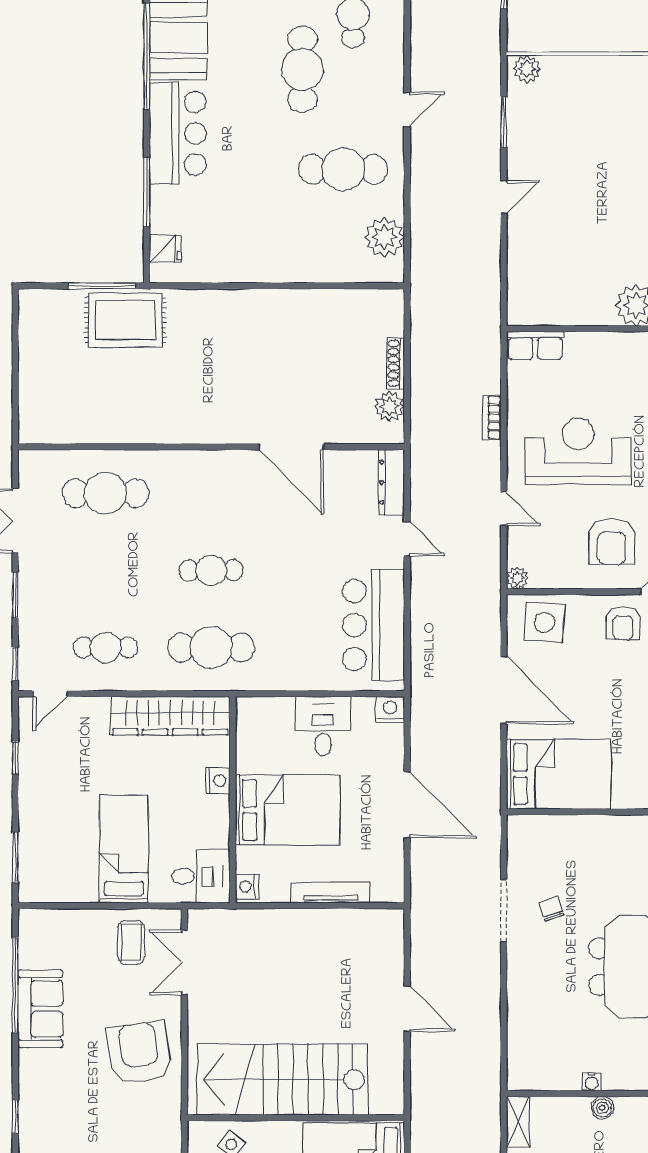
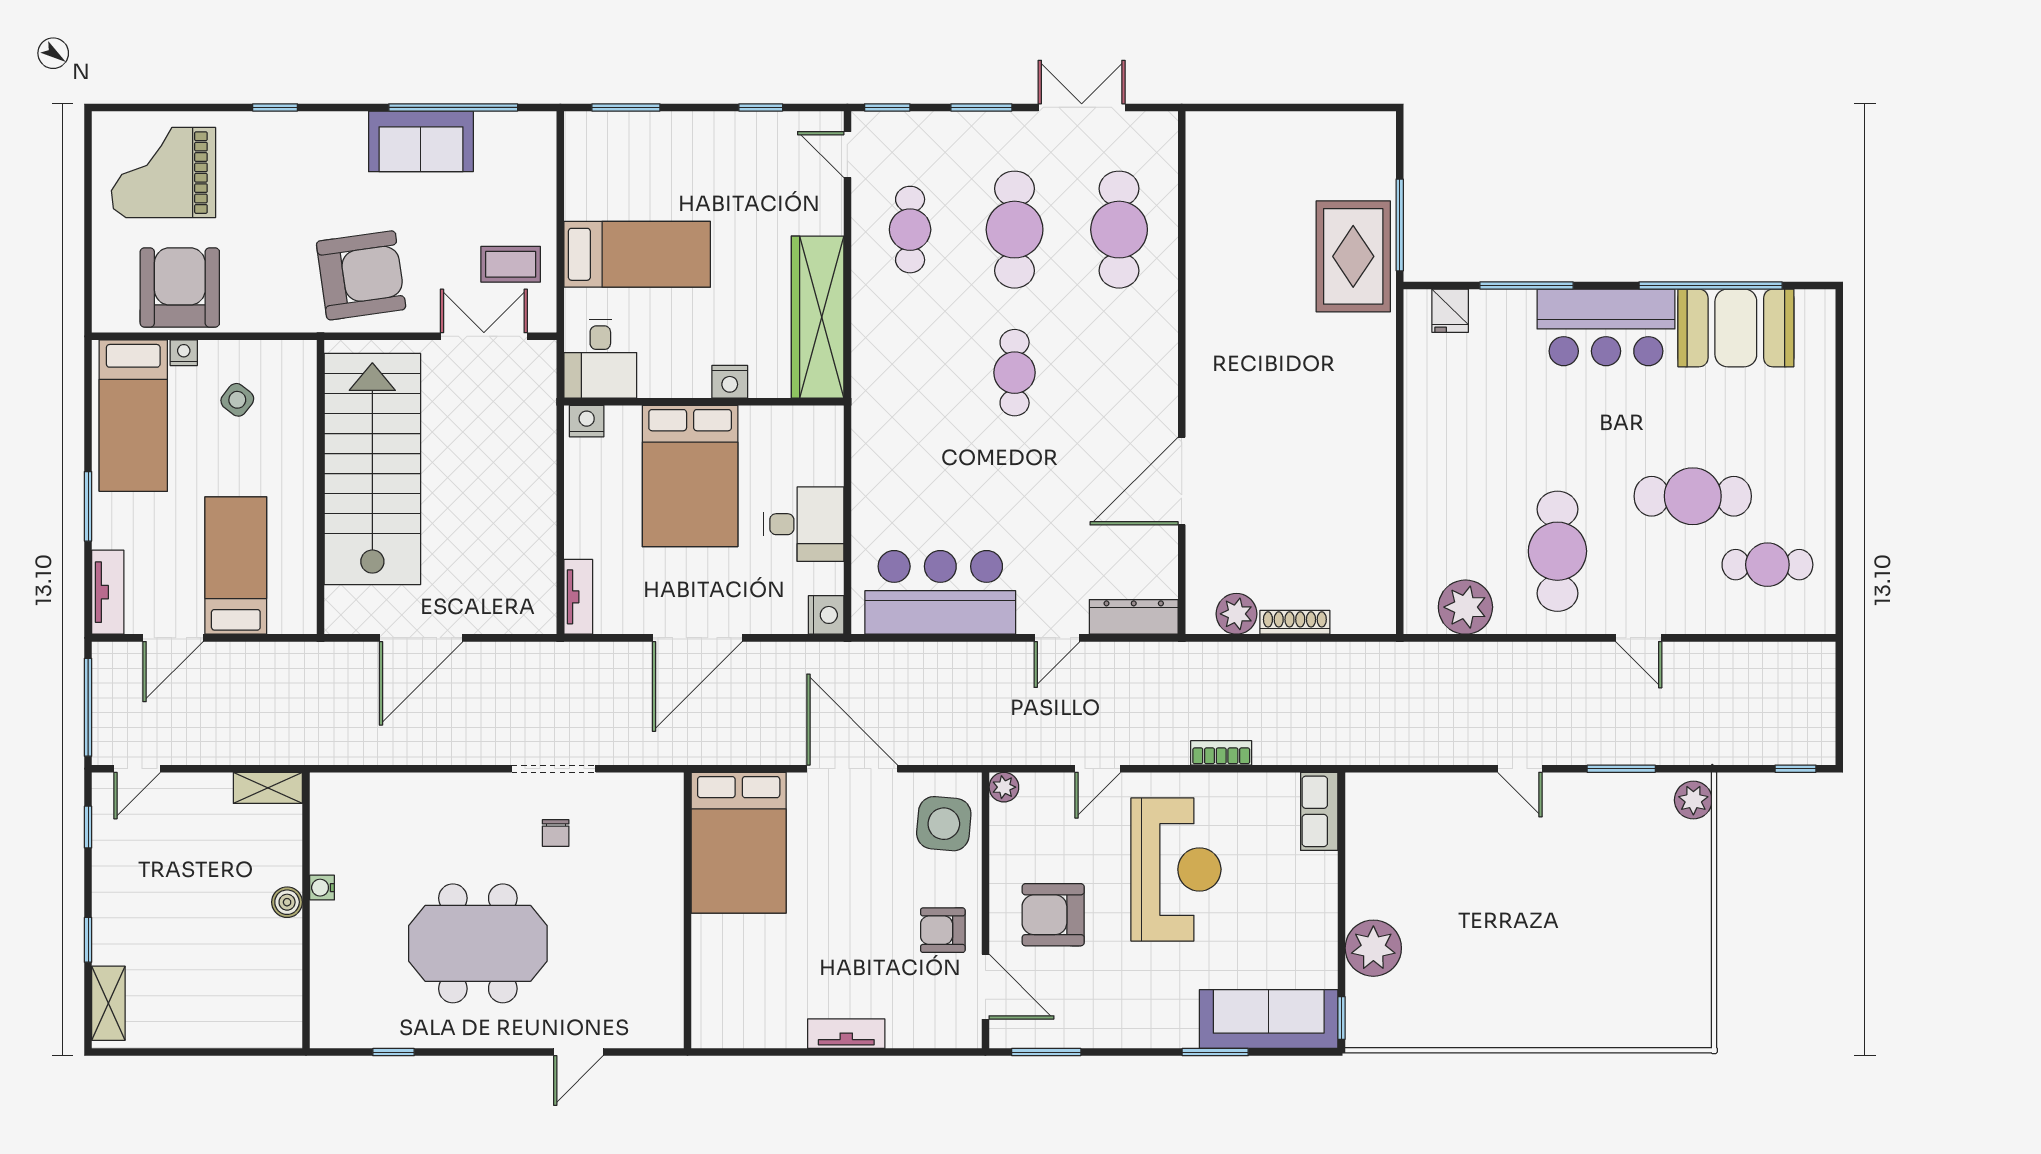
cafe table: (211, 647) -> (1015, 230), moved
door: (504, 690) -> (852, 769), swing flipped
tv unit: (331, 893) -> (578, 597), moved, width x0.71
chair: (551, 909) -> (556, 833), turned 108
door: (407, 1009) -> (421, 638), width x1.36
stairs: (282, 1080) -> (372, 469), moved
wall: (296, 1118) -> (321, 487), moved

